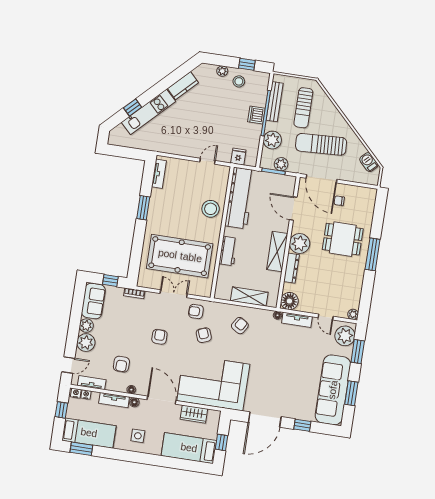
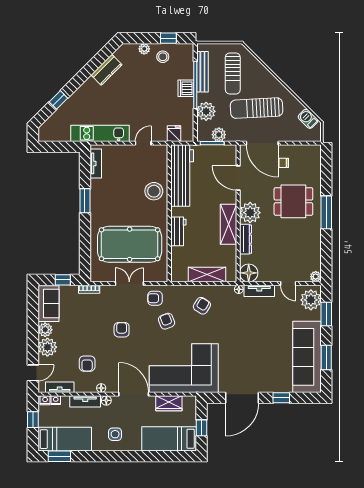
kitchen unit: (149, 112) -> (100, 133), moved, turned -135

